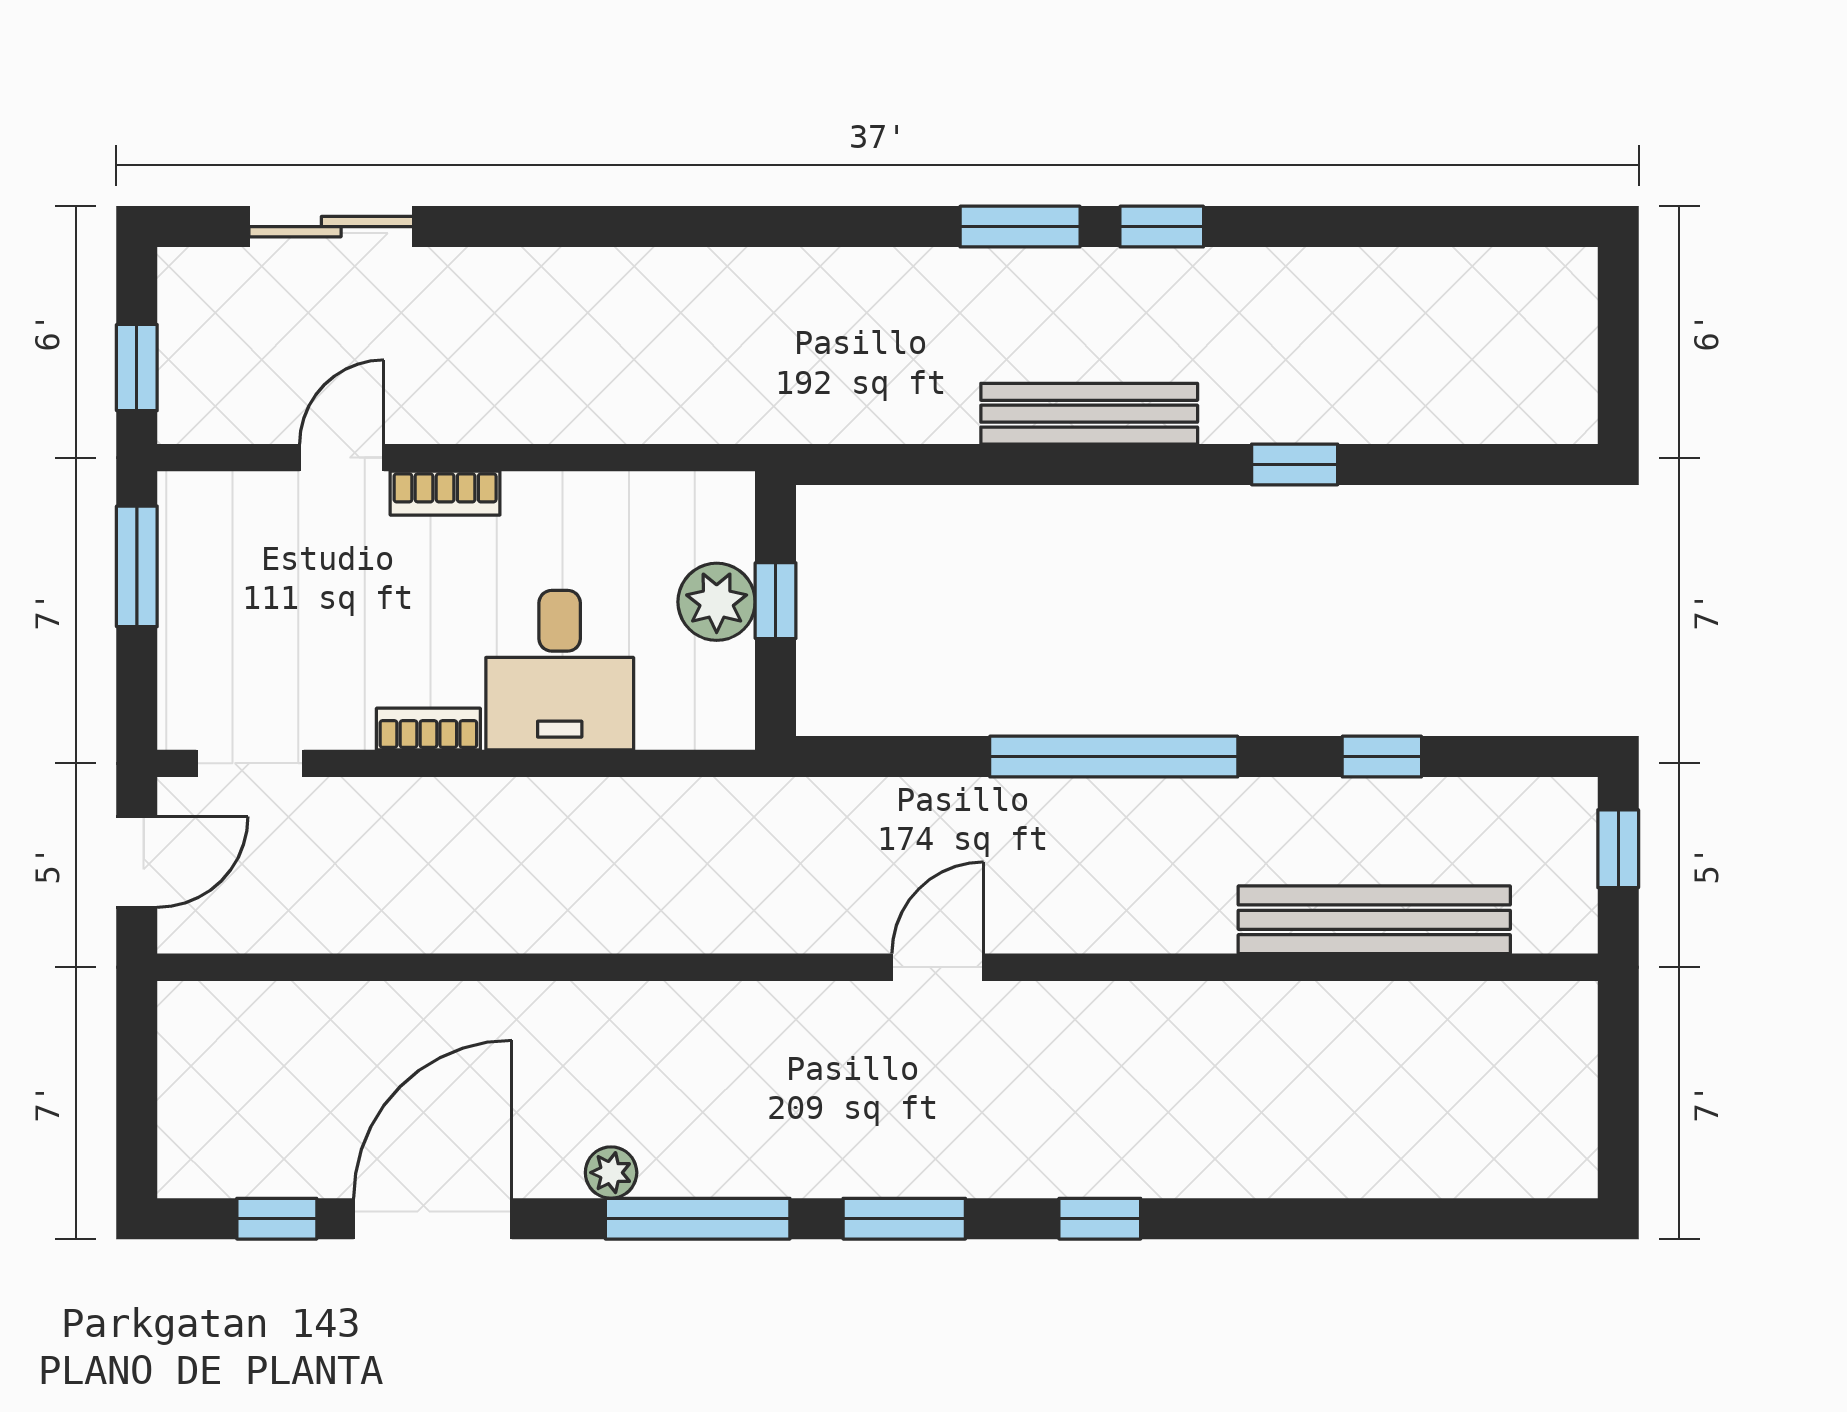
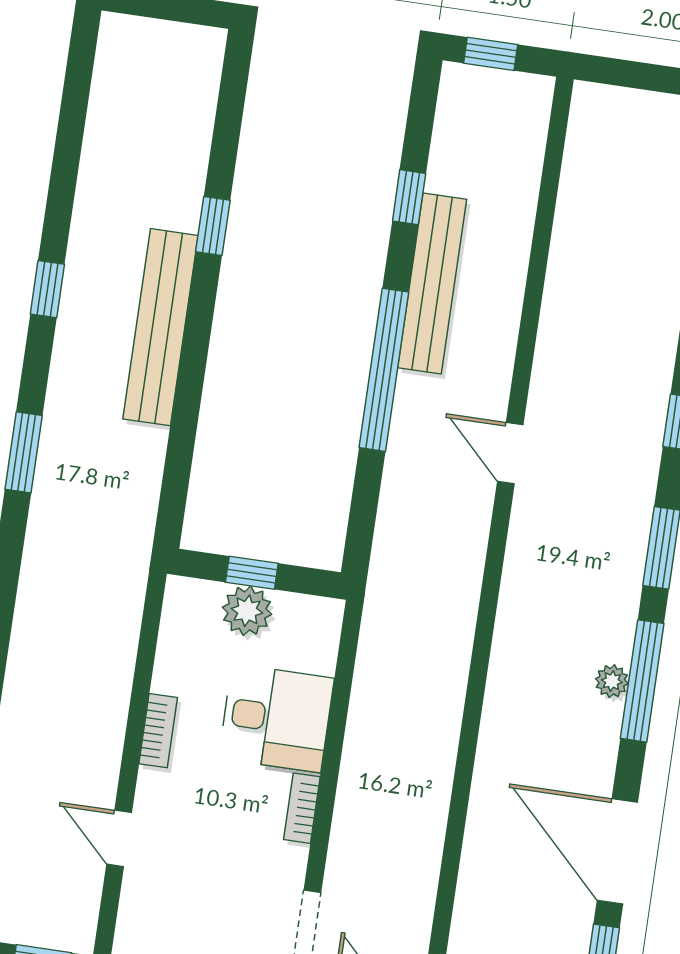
window: (1020, 227) -> (24, 452), moved
bench: (1089, 414) -> (161, 327), width x1.37, depth x1.21
bookcase: (445, 493) -> (158, 731), moved
bench: (1374, 920) -> (432, 283), moved
door: (938, 967) -> (510, 453), moved
plant: (611, 1173) -> (612, 681), moved

